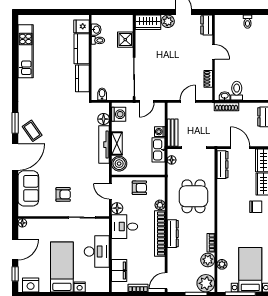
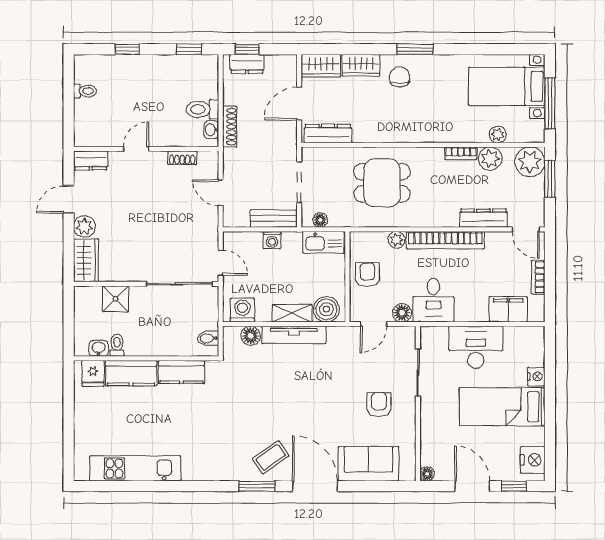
kitchen sink: (158, 150) -> (323, 242), moved
dresser: (173, 234) -> (483, 218), moved

